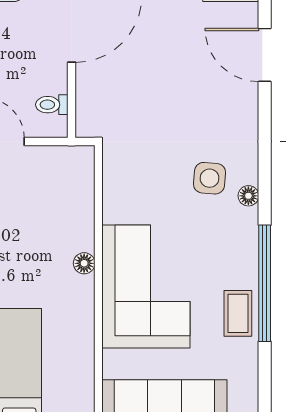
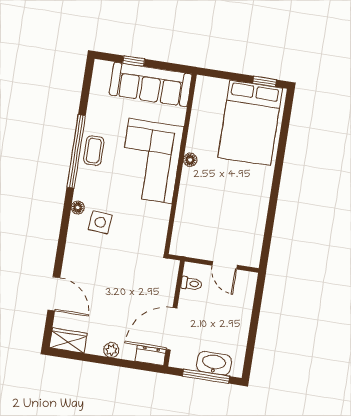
floor lamp: (84, 263) -> (190, 160), moved
coffee table: (238, 313) -> (94, 150), moved

